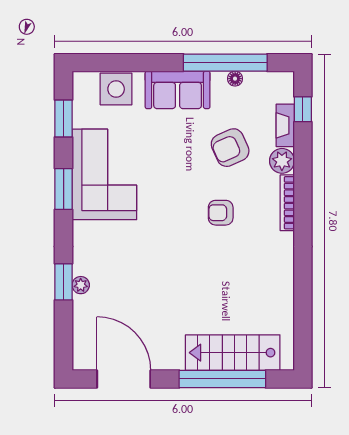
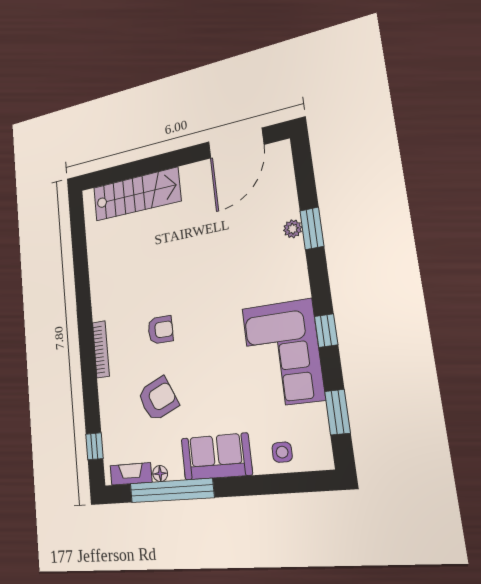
side table: (116, 89) -> (282, 452), width x0.54, depth x0.54
fireplace: (285, 125) -> (131, 474), moved, turned -90
plant: (282, 161) -> (109, 391), removed
window: (64, 189) -> (326, 331), width x0.67
door: (124, 379) -> (236, 143), hinge flipped
window: (222, 379) -> (143, 167), removed

